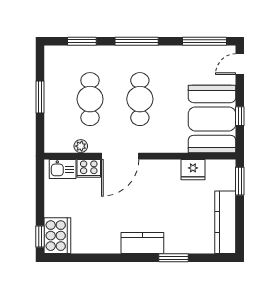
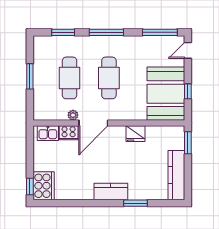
plant: (81, 146) -> (73, 115), moved
fridge: (193, 170) -> (135, 134), moved

